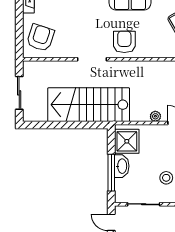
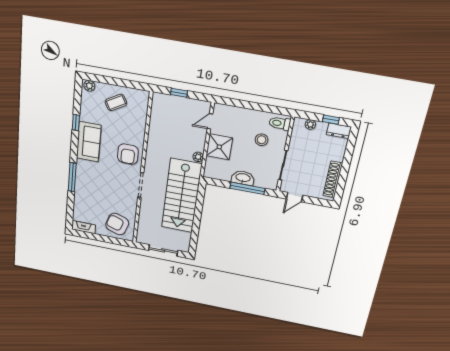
armchair: (124, 42) -> (128, 154), turned -90
plant: (155, 116) -> (198, 157), moved
shower: (127, 141) -> (219, 147), moved

